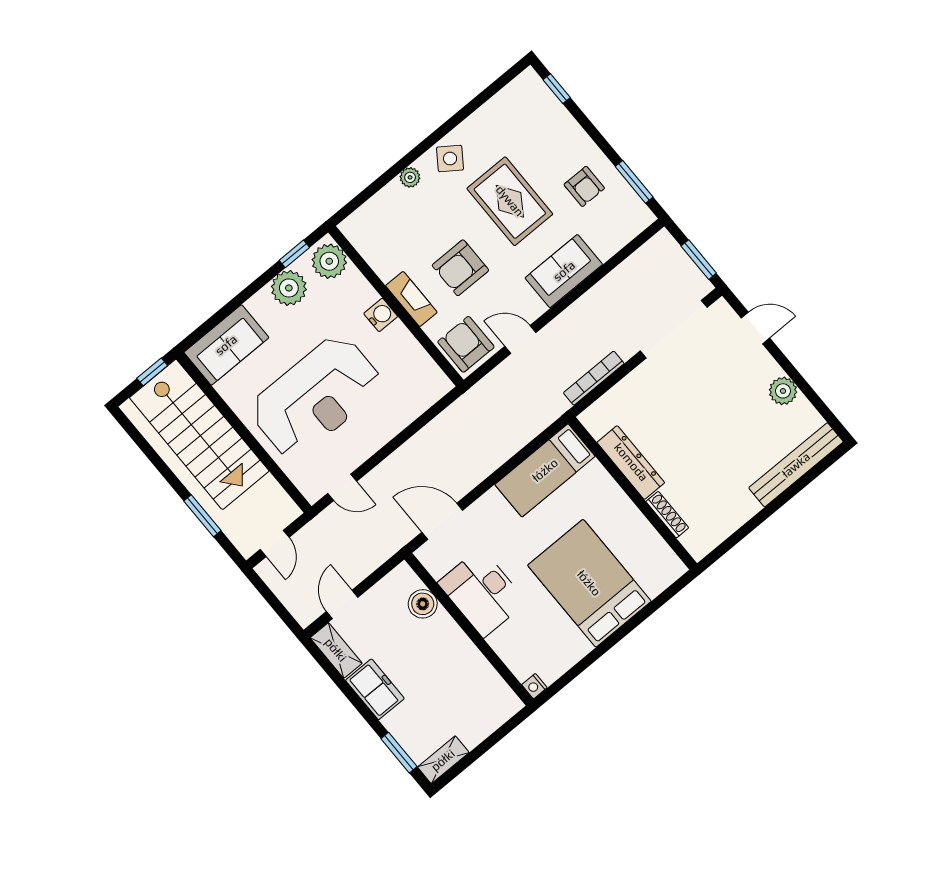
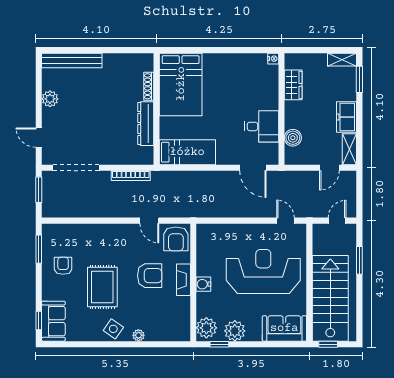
sofa: (564, 271) -> (53, 321), moved, turned -90
bed: (589, 583) -> (181, 84), moved
desk: (482, 592) -> (262, 126), width x0.73
wardrobe: (480, 673) -> (293, 85), added

